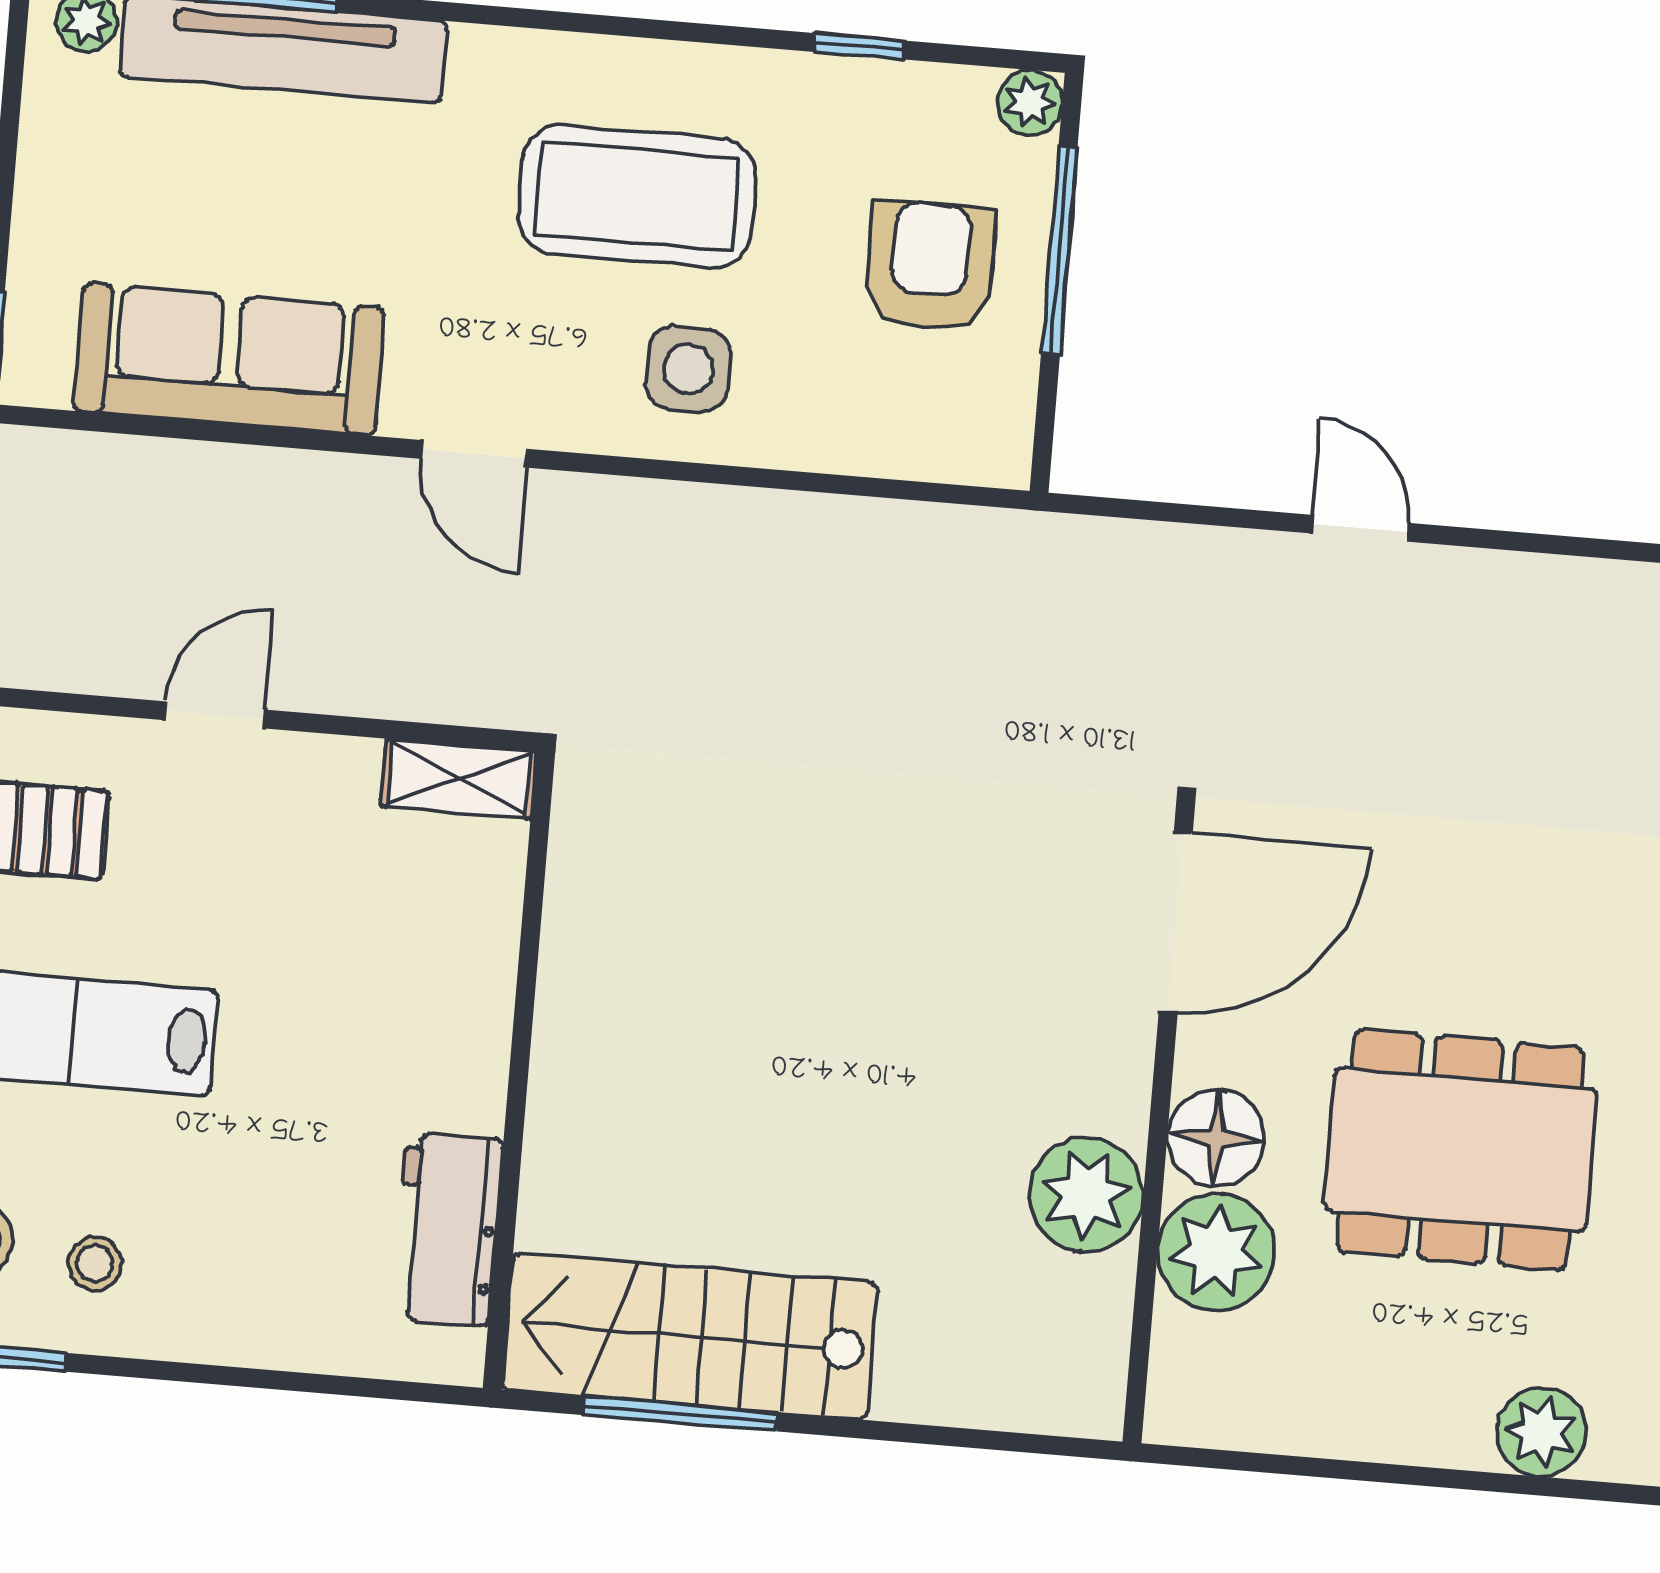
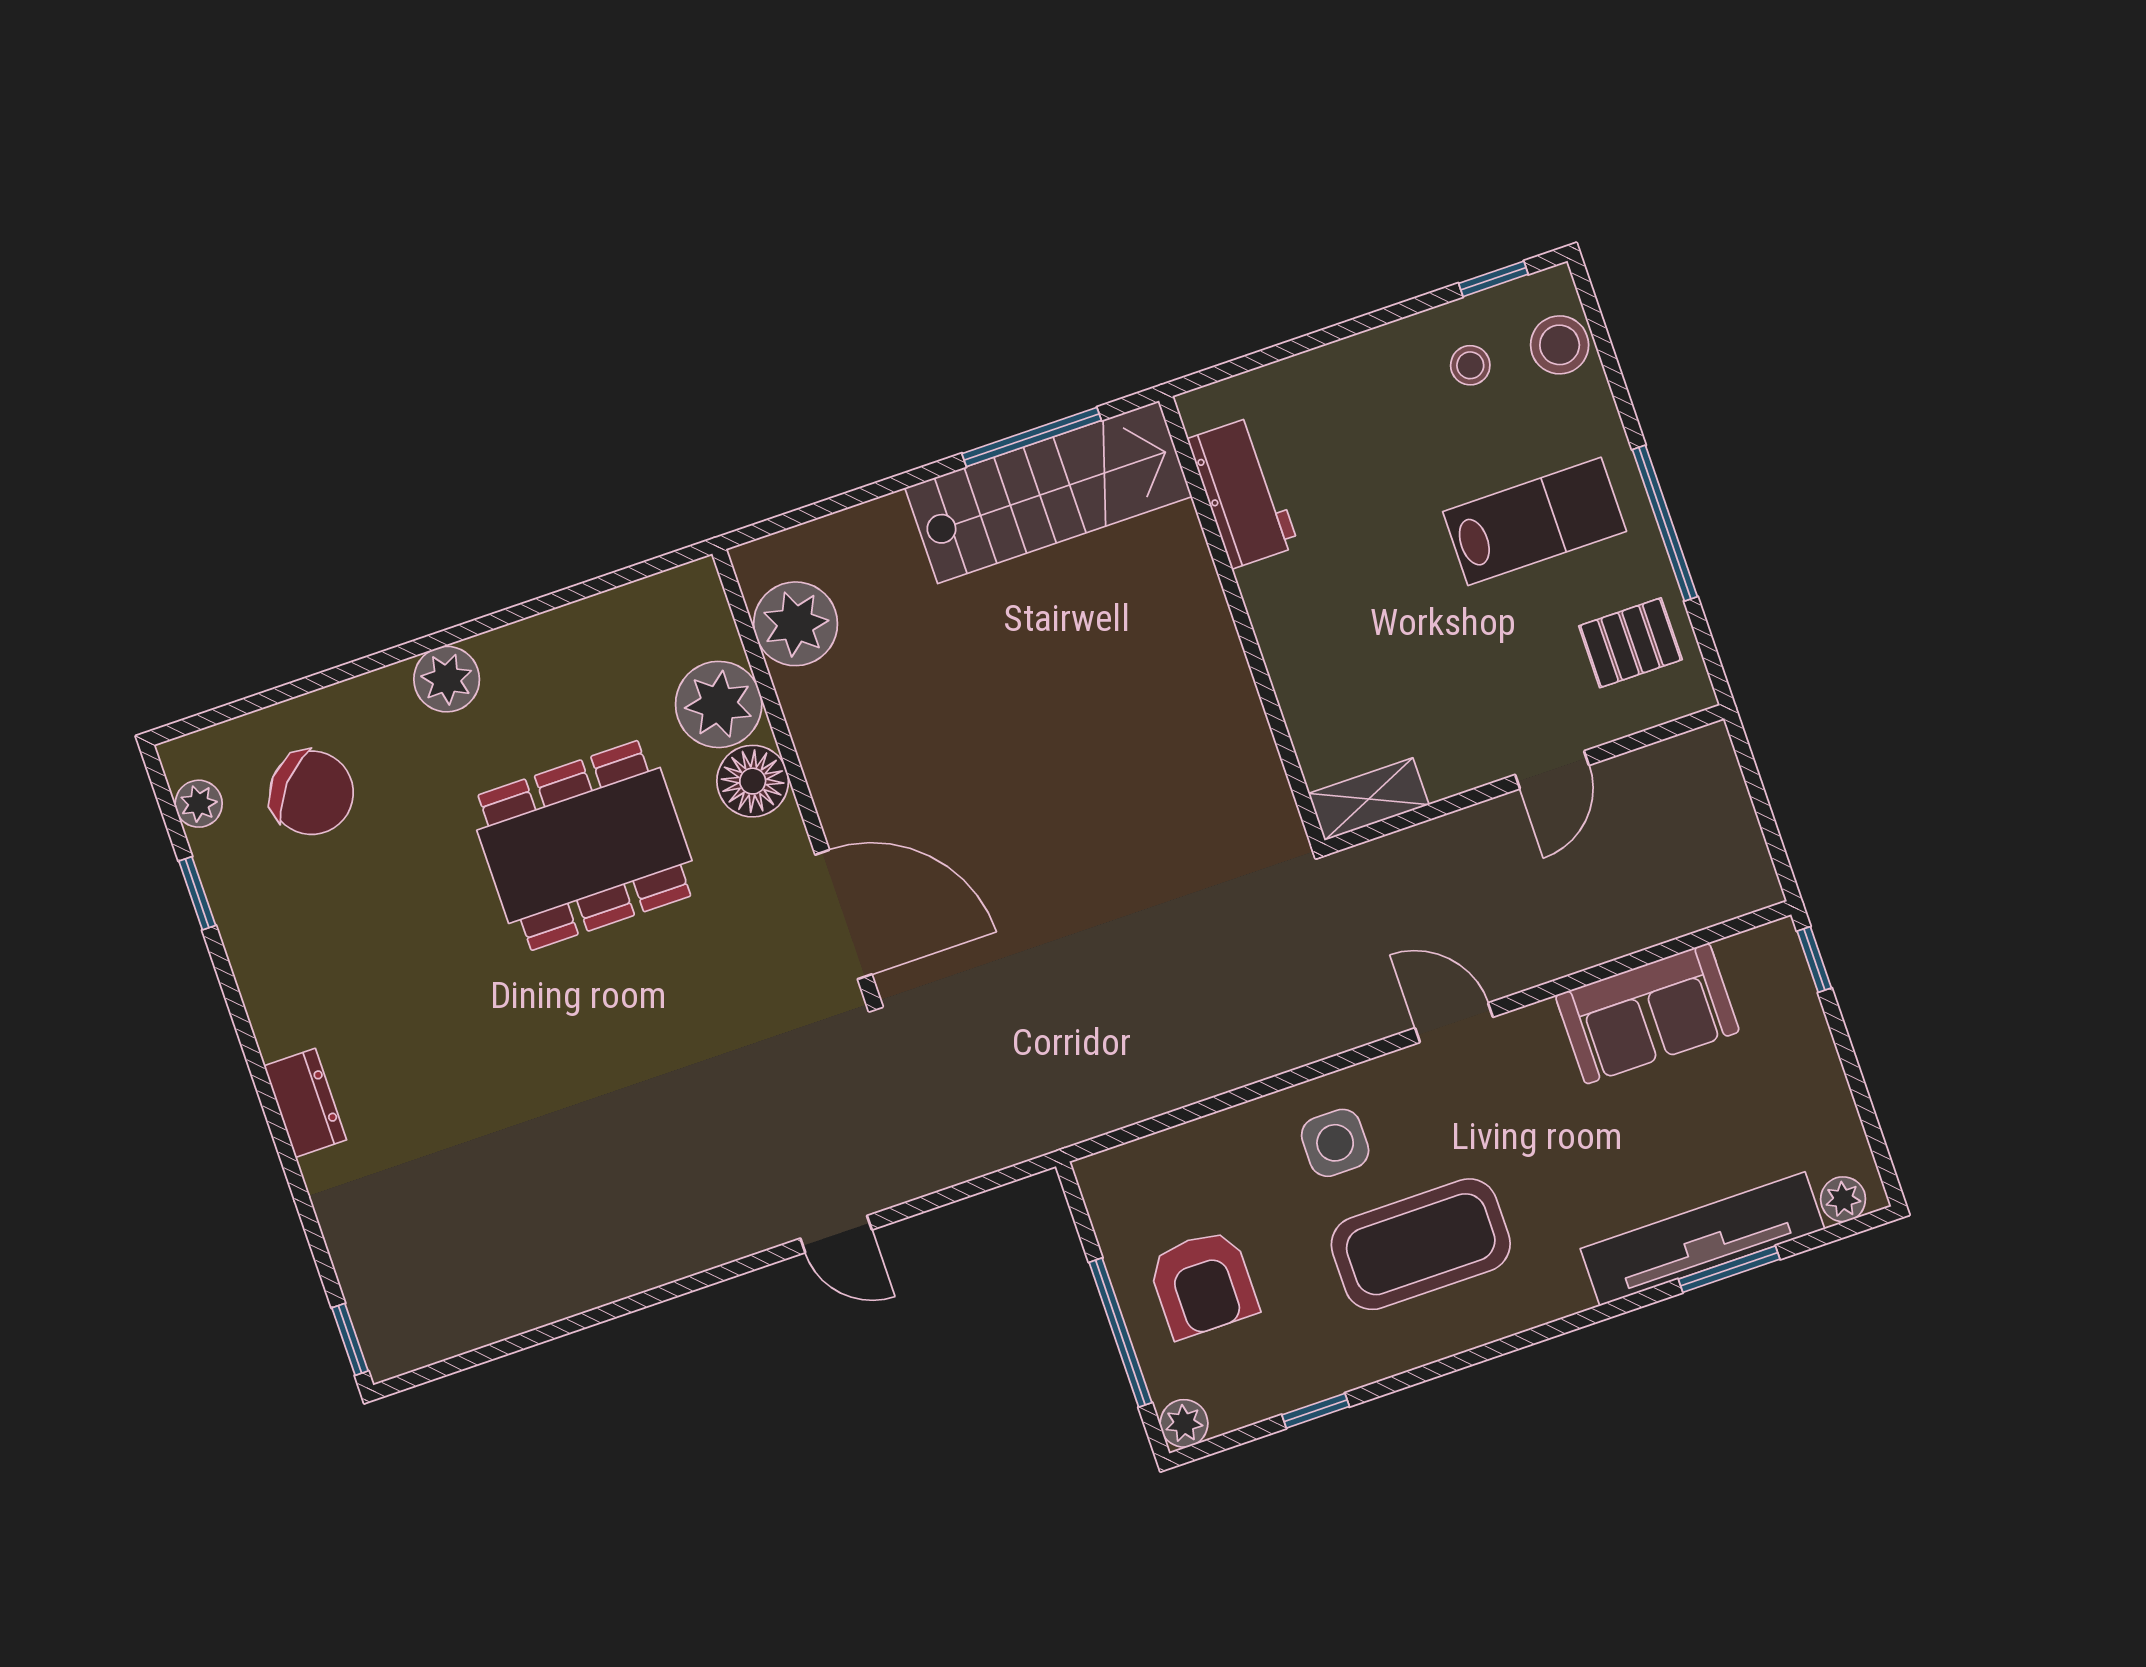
sofa: (229, 359) -> (1647, 1014), width x0.73
door: (1176, 922) -> (843, 914), swing flipped
plant: (1086, 1195) -> (796, 624), moved

